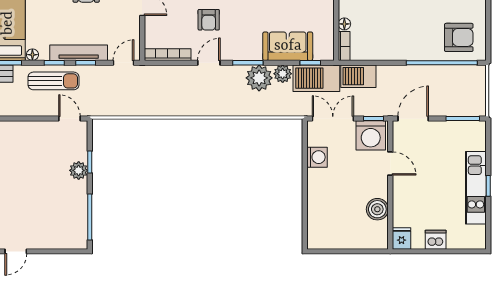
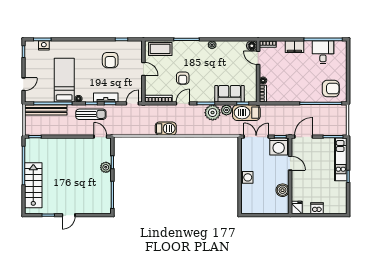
tv unit: (79, 53) -> (106, 98), width x0.71
barbecue: (358, 76) -> (166, 129), moved, turned 180
washing machine: (317, 157) -> (247, 177), moved
kitchen unit: (476, 188) -> (341, 159), moved

